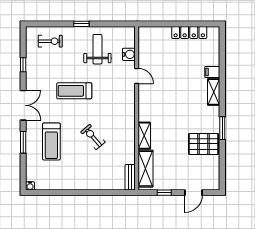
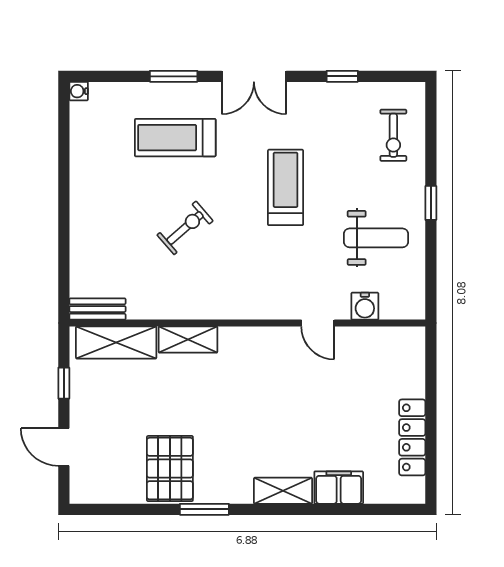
filing cabinet: (212, 72) -> (339, 488), width x2.00
door: (137, 76) -> (318, 323), hinge flipped

